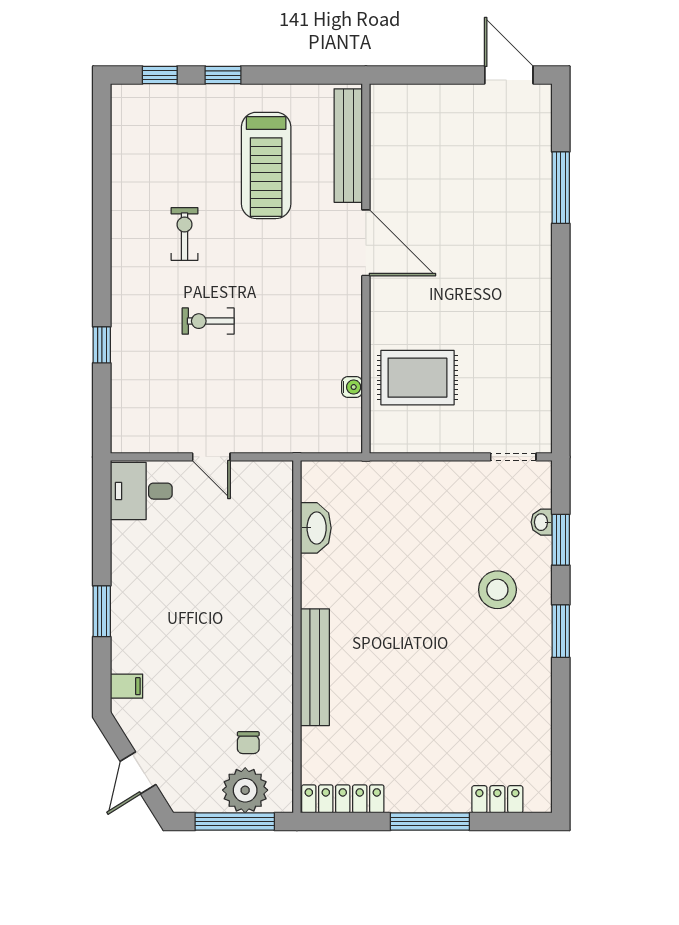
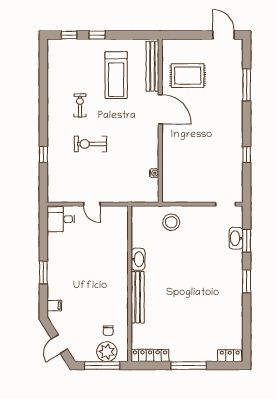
exercise bike: (208, 321) -> (90, 144), width x1.38, depth x1.39
window: (561, 345) -> (247, 155), added
rug: (417, 378) -> (188, 76), moved
washbasin: (542, 522) -> (236, 238), width x1.91, depth x1.45
washbasin: (316, 528) -> (138, 259), moved
stool: (497, 590) -> (171, 222), moved
locker: (497, 799) -> (230, 356), moved

